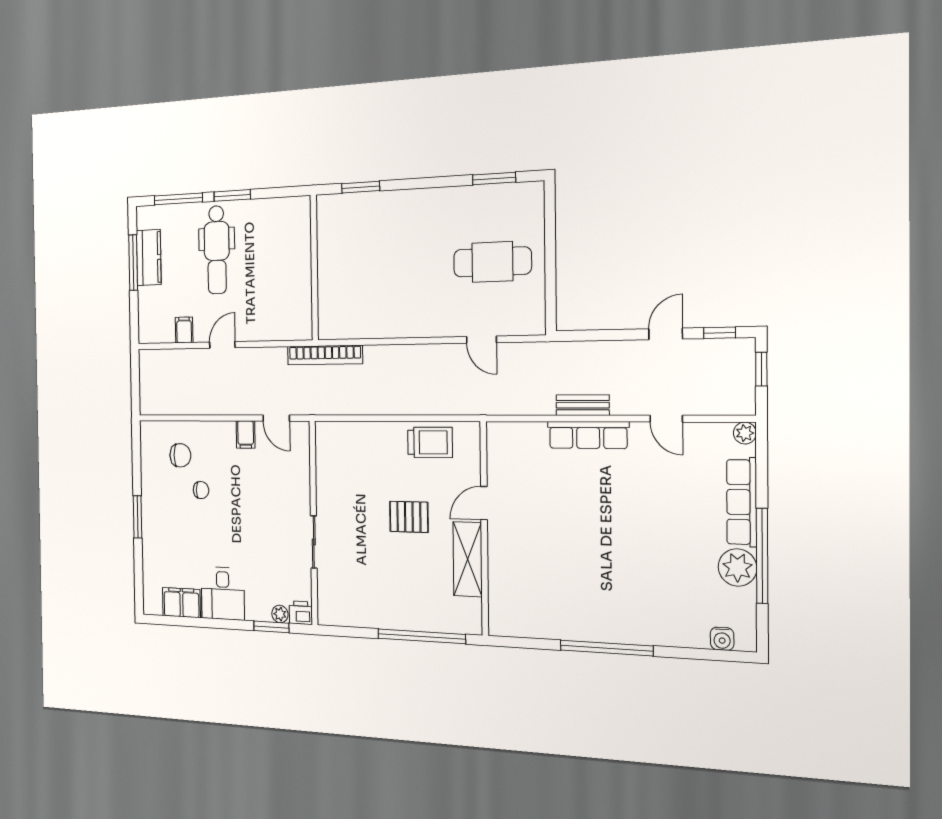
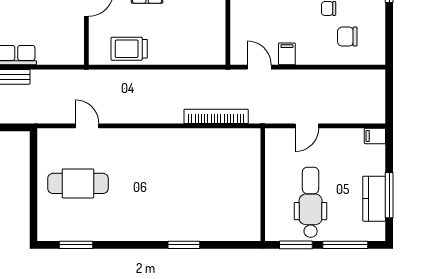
wall: (314, 268) -> (263, 185), moved
filing cabinet: (184, 330) -> (375, 136), moved, turned 90

